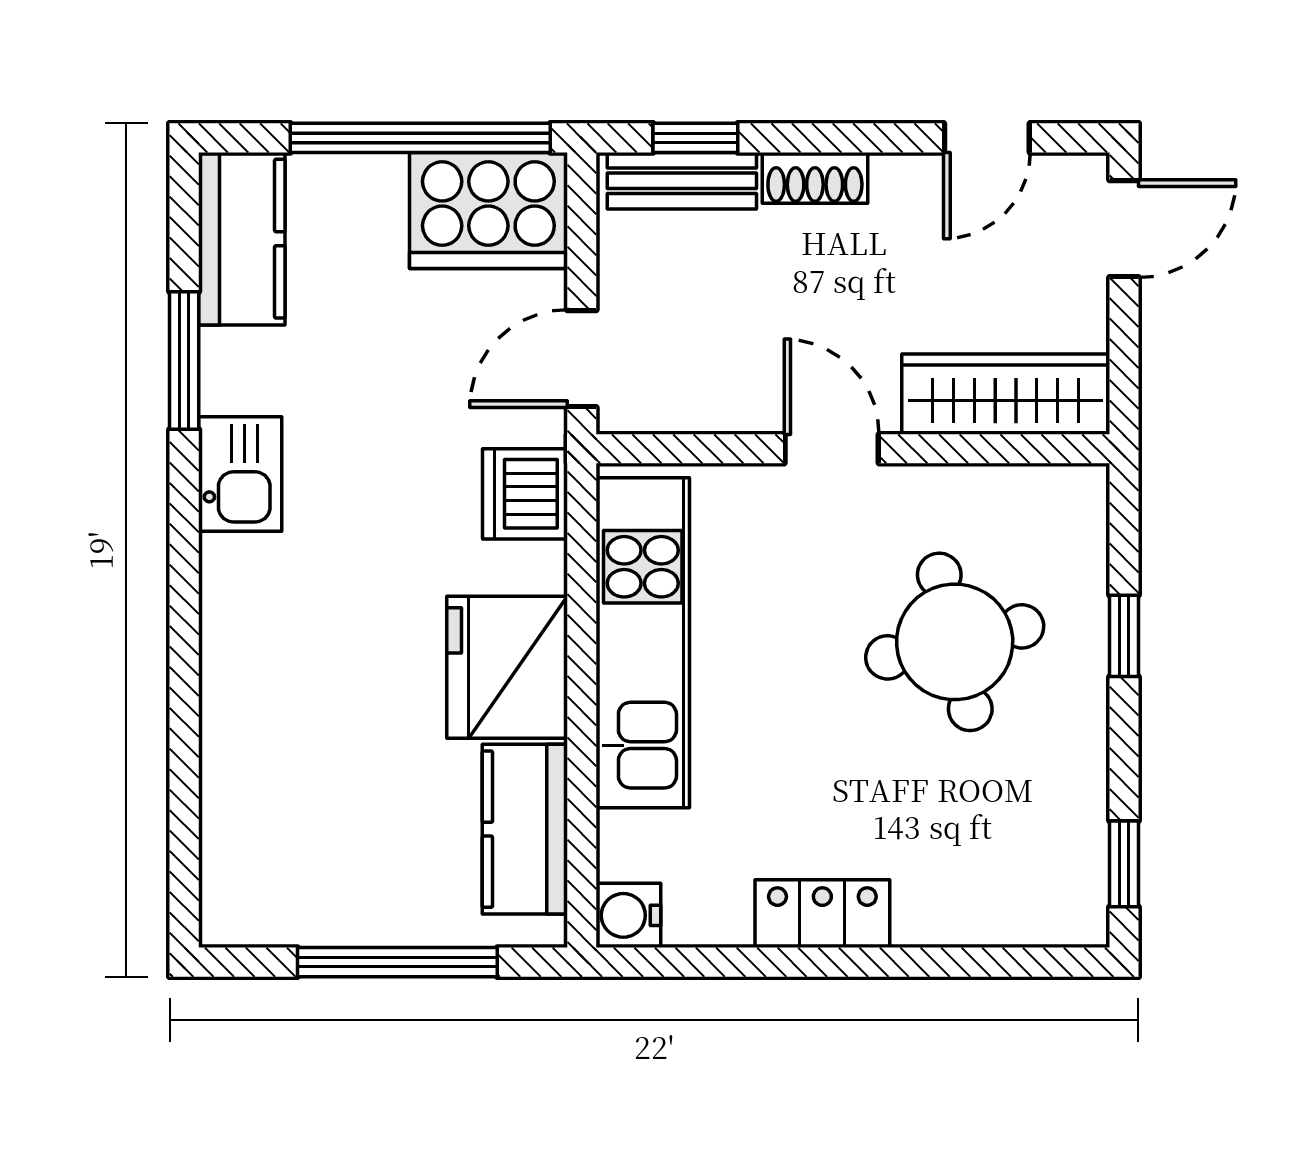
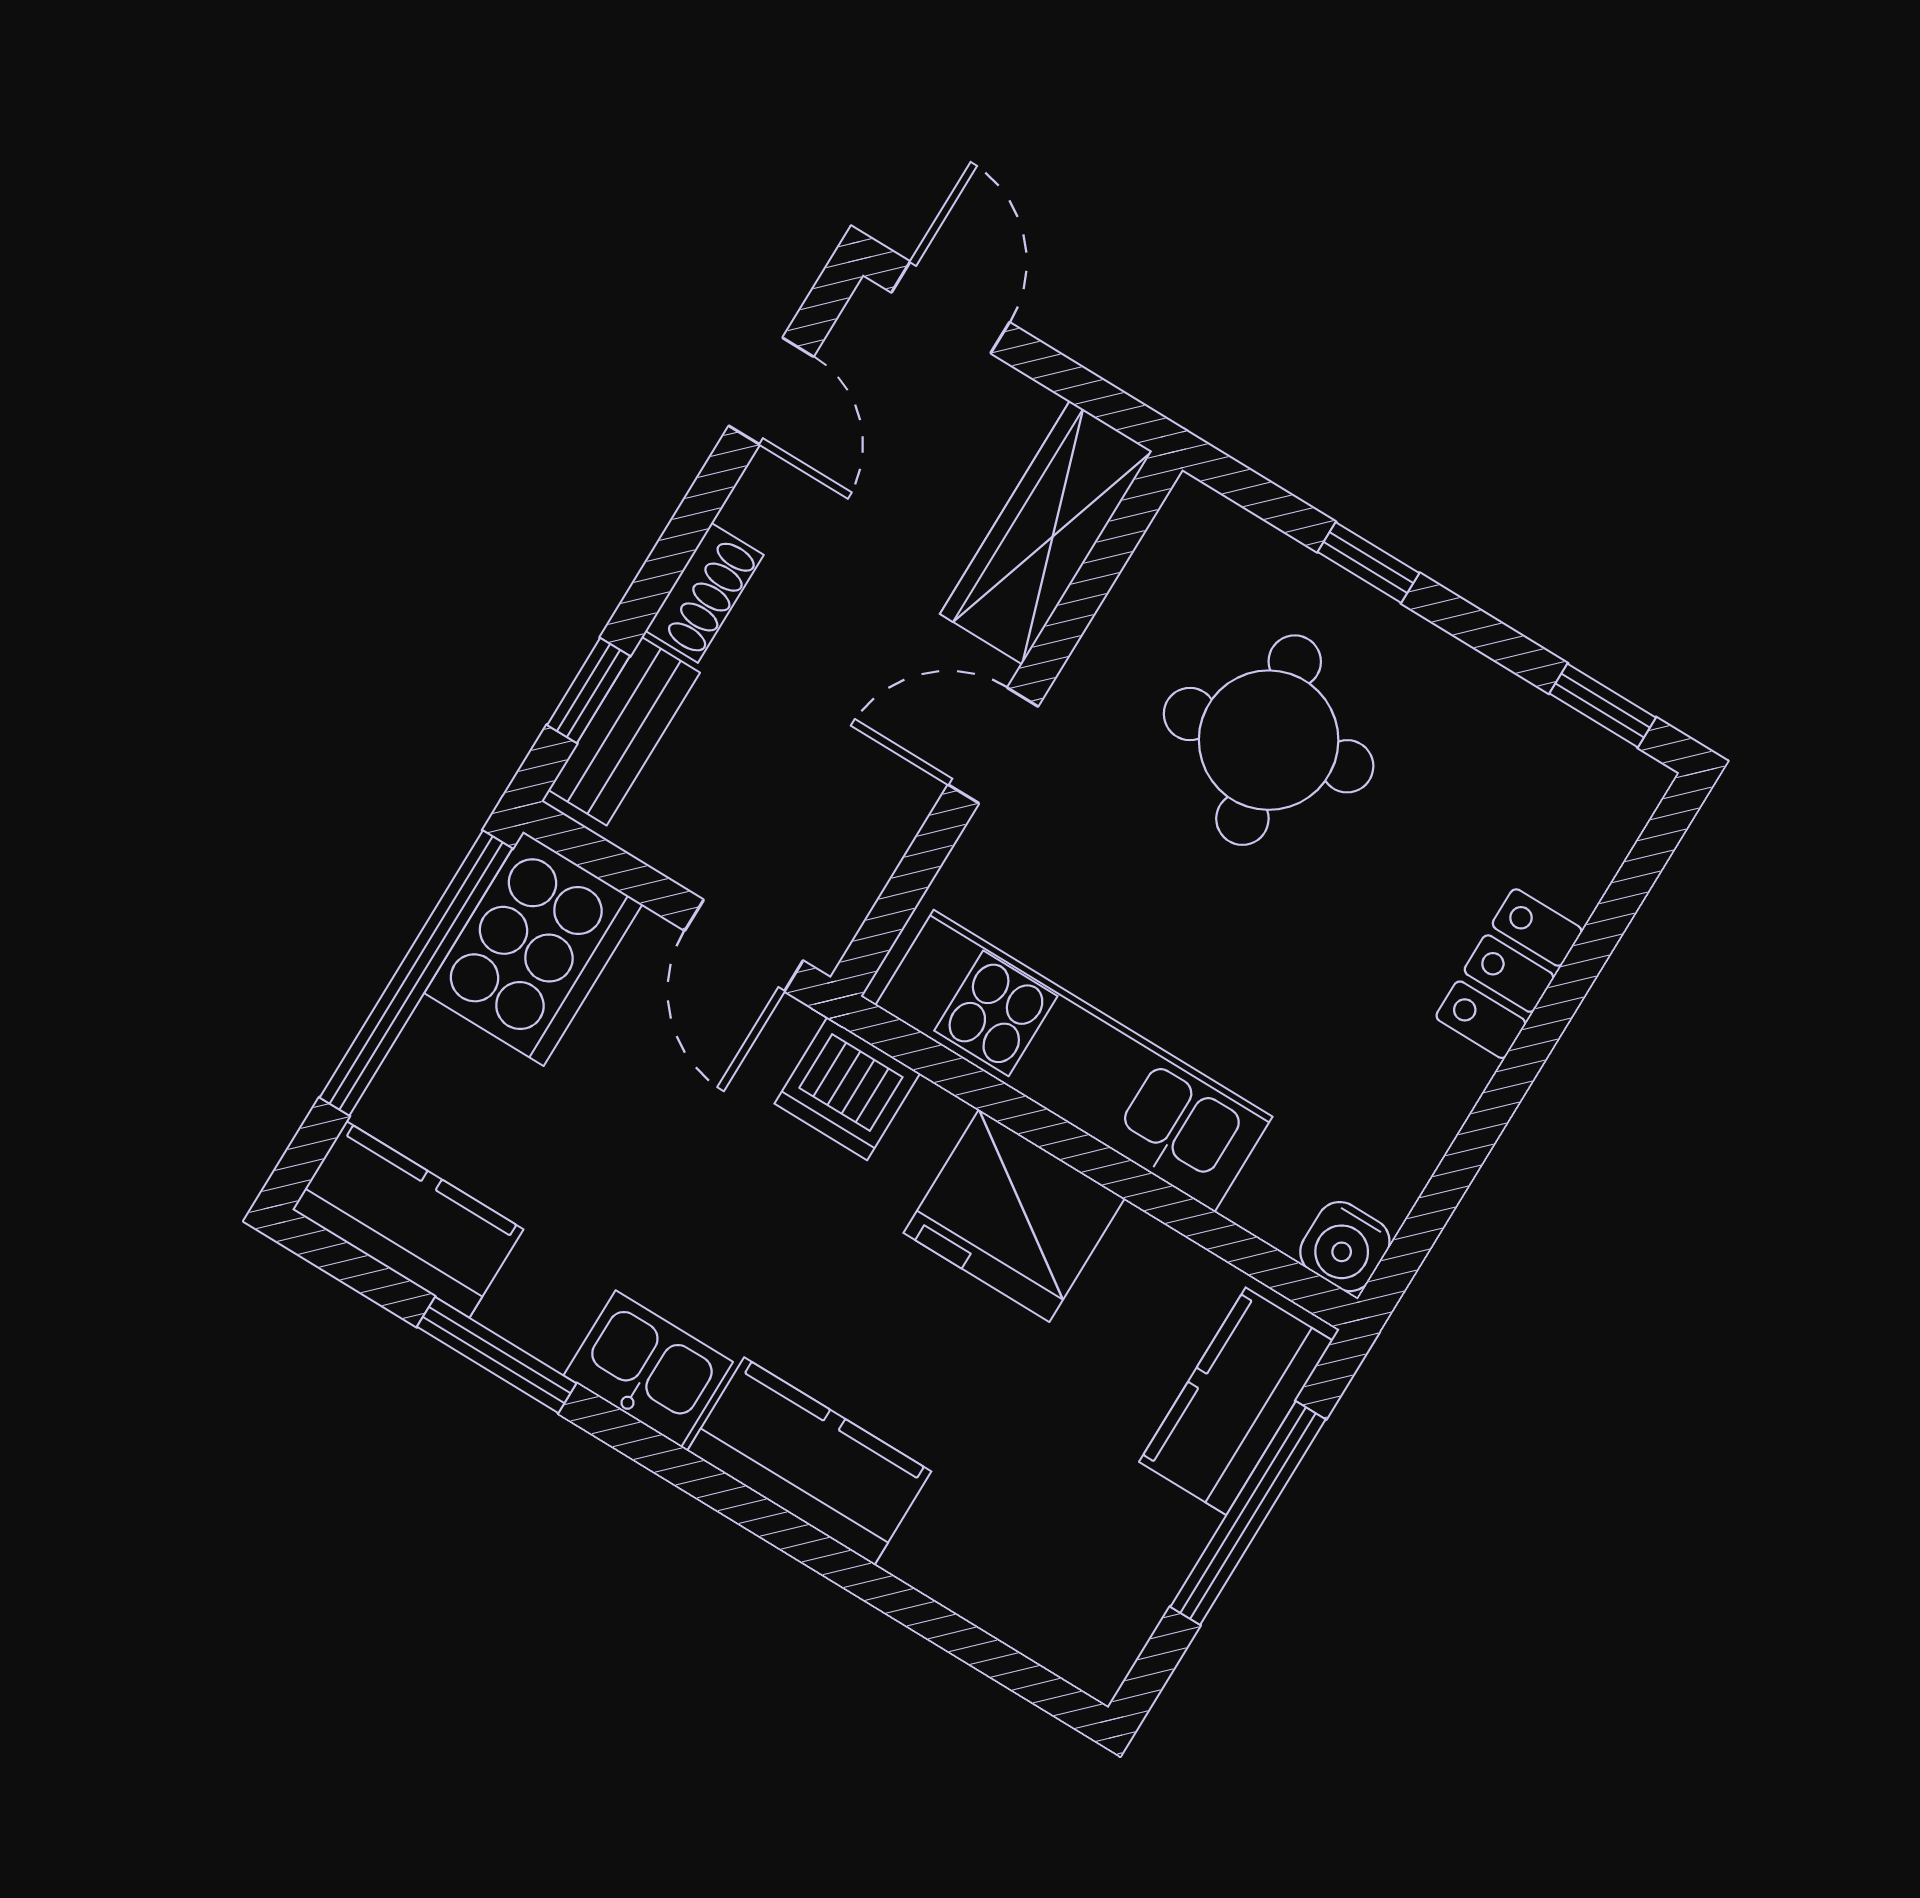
kitchen counter: (244, 628) -> (809, 1461), added
kitchen counter: (525, 829) -> (1236, 1401), moved, turned 90
locker: (822, 914) -> (1509, 974), moved

